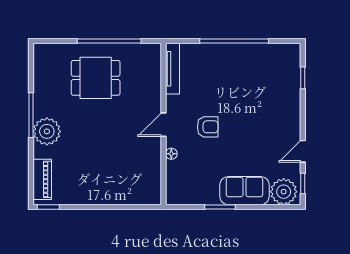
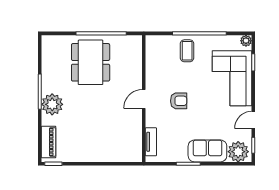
plant: (294, 50) -> (246, 41), added
coffee table: (218, 63) -> (187, 51), added
tv unit: (172, 69) -> (151, 142), moved, width x0.71
dining table: (96, 78) -> (91, 62), width x1.38
corner sofa: (276, 98) -> (232, 78), added
floor lamp: (171, 154) -> (150, 122), removed

